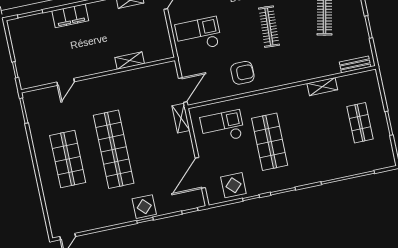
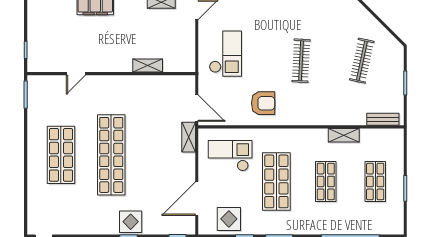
checkout: (198, 35) -> (225, 54), turned 90
door: (183, 90) -> (197, 108), hinge flipped
shop shelf: (315, 132) -> (326, 181), added

